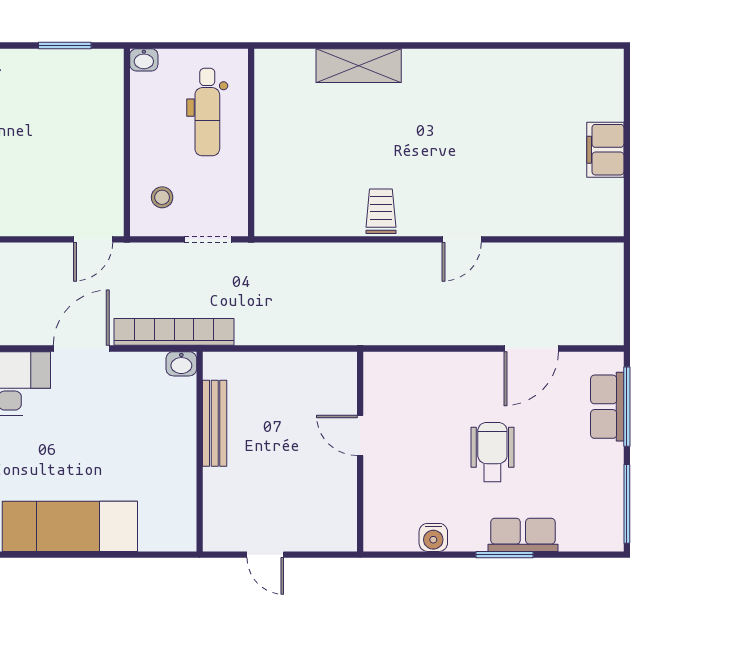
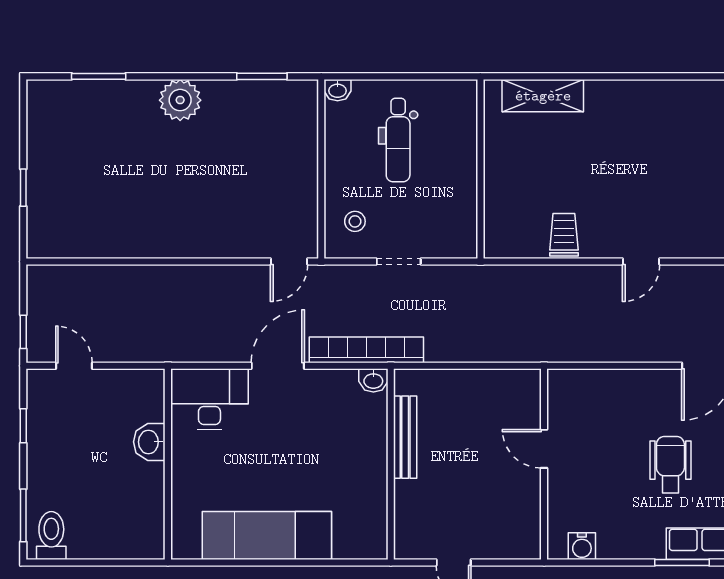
wall: (251, 142) -> (480, 169), moved
water cooler: (433, 537) -> (582, 546), moved

